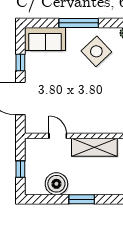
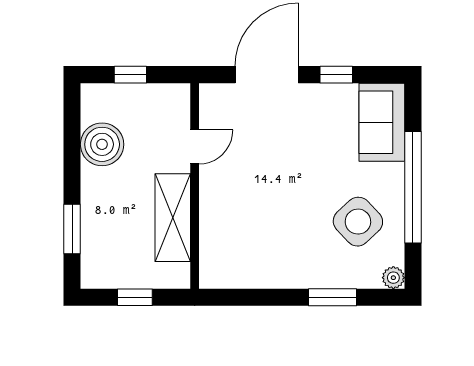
window: (79, 23) -> (413, 187), width x1.46
window: (82, 199) -> (72, 229), moved

